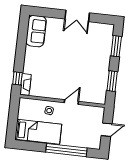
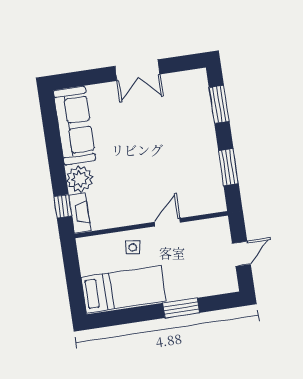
sofa: (36, 31) -> (75, 125), width x1.36
plant: (31, 66) -> (80, 179), added
window: (66, 150) -> (181, 308), width x0.47

